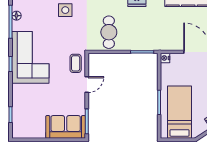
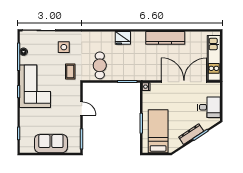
coffee table: (76, 63) -> (70, 71), moved
door: (87, 85) -> (82, 109), hinge flipped
sofa: (66, 127) -> (51, 144), moved

